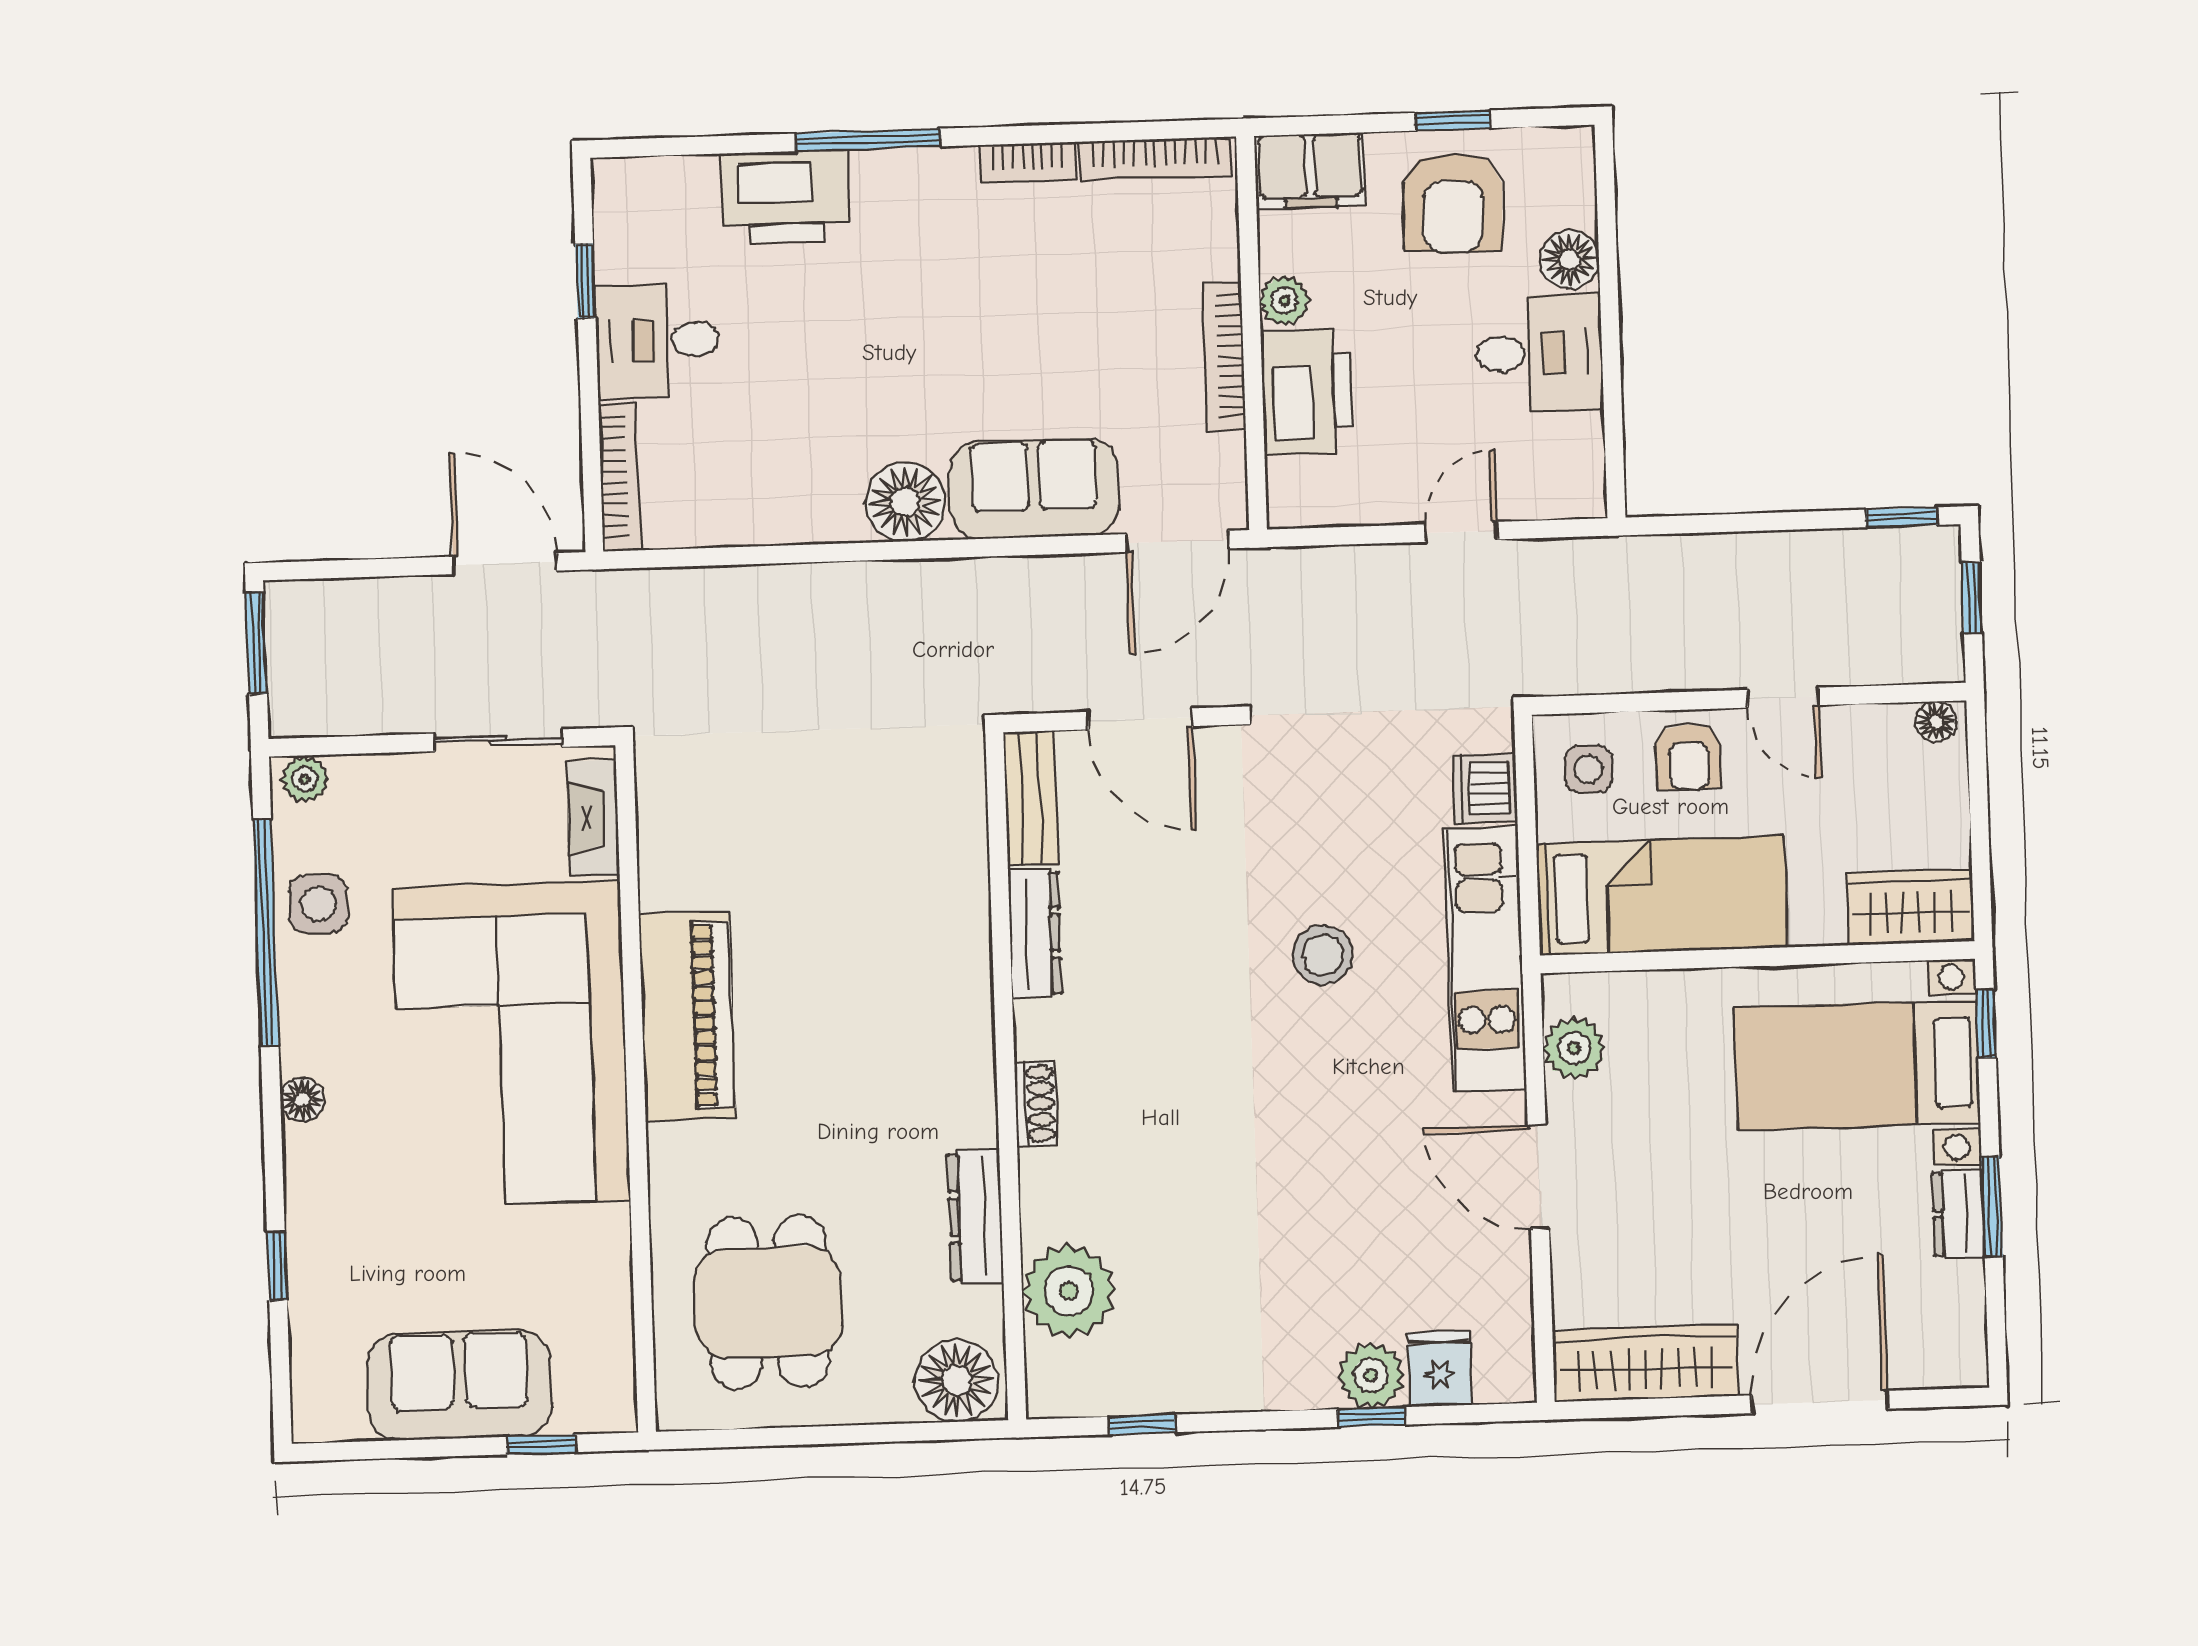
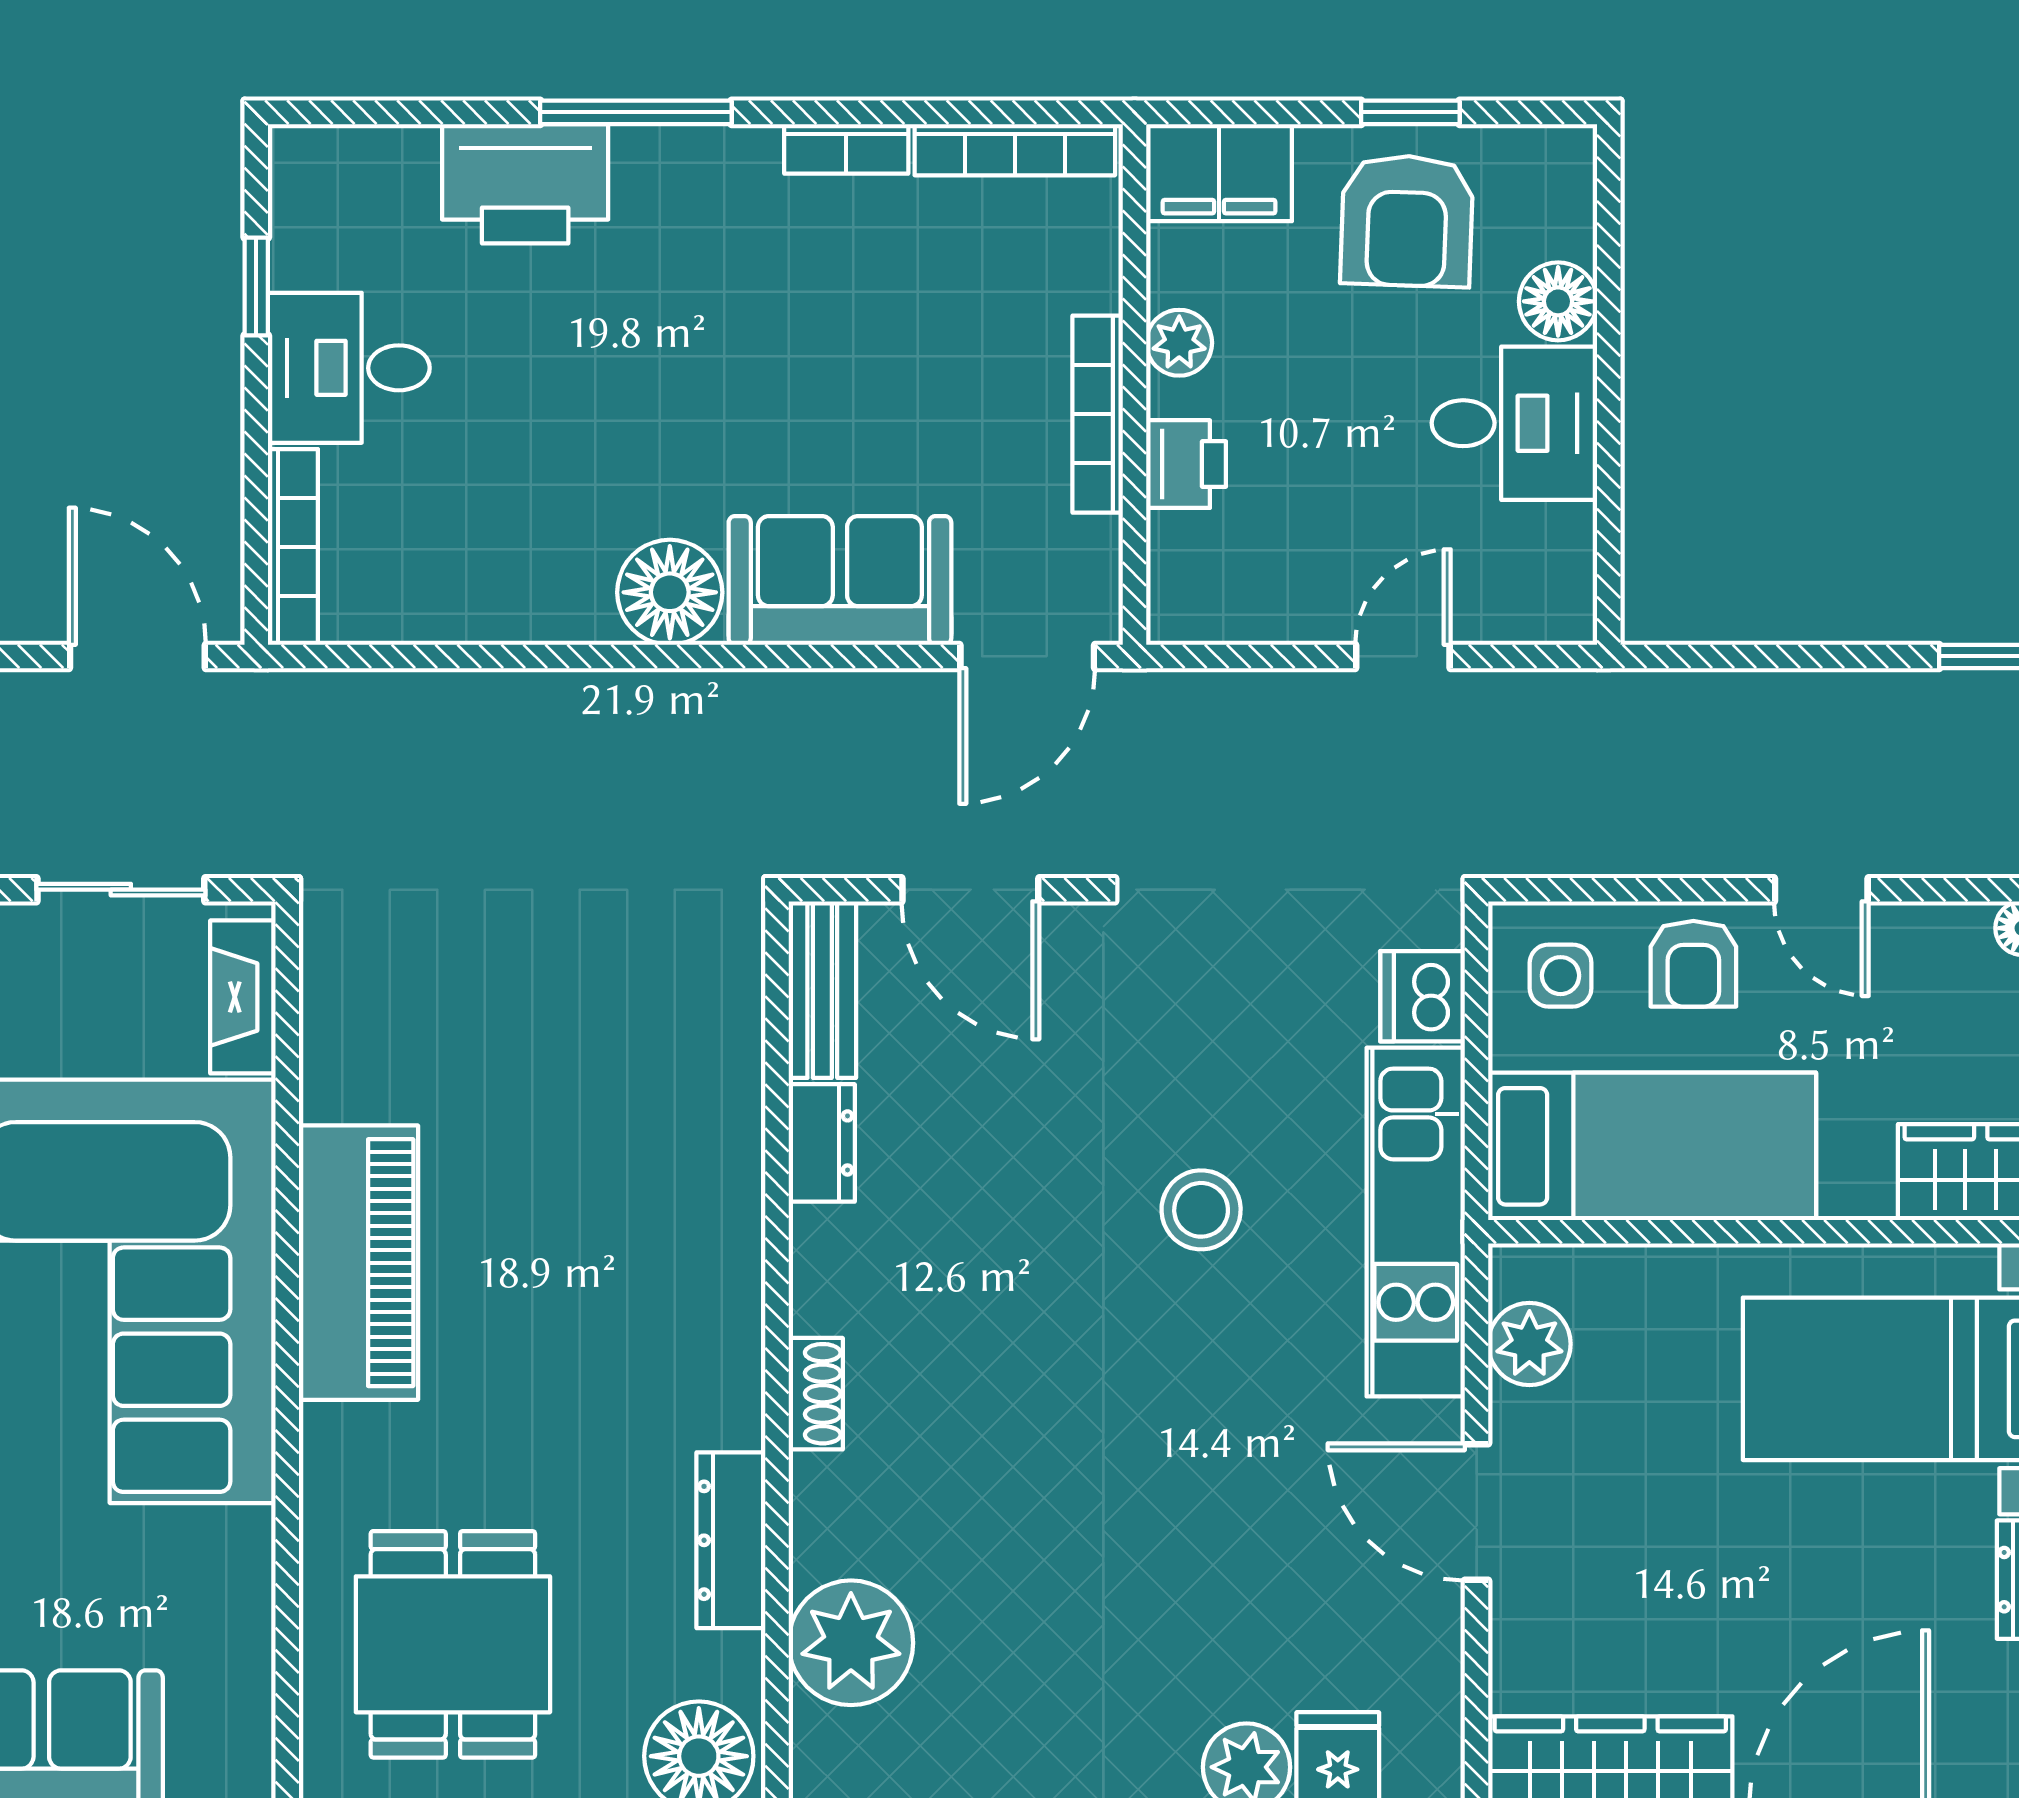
printer: (1307, 391) -> (1186, 464), width x0.53, depth x0.68
dresser: (1035, 933) -> (822, 1143), width x0.70

